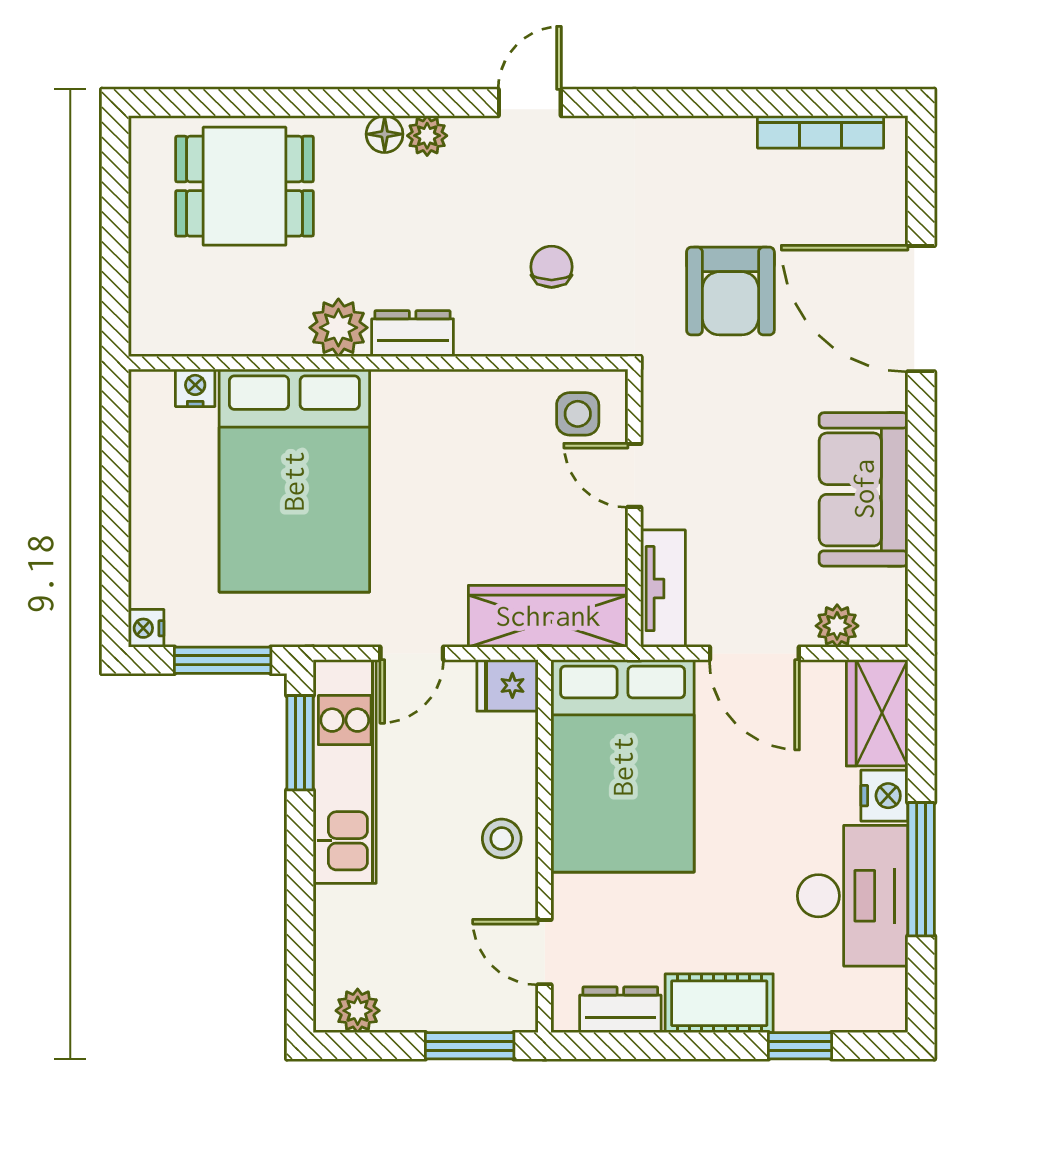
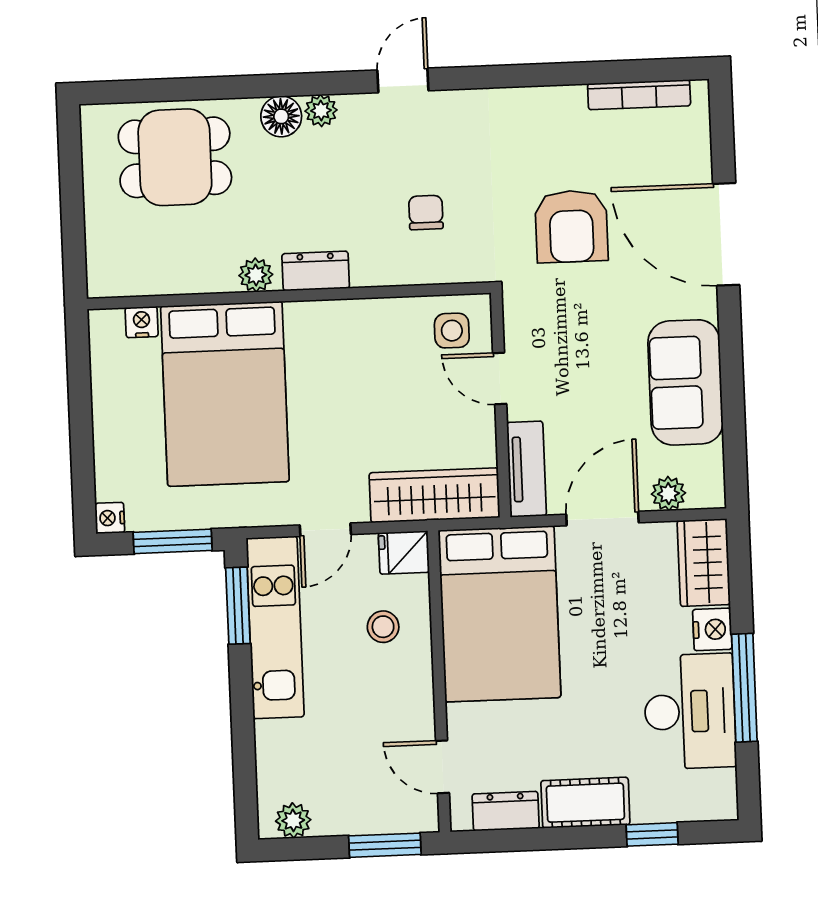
floor lamp: (385, 134) -> (281, 116), width x1.37, depth x1.37
plant: (338, 328) -> (256, 275), width x0.73, depth x0.73
door: (754, 653) -> (602, 519), swing flipped
stool: (502, 839) -> (383, 627), moved

